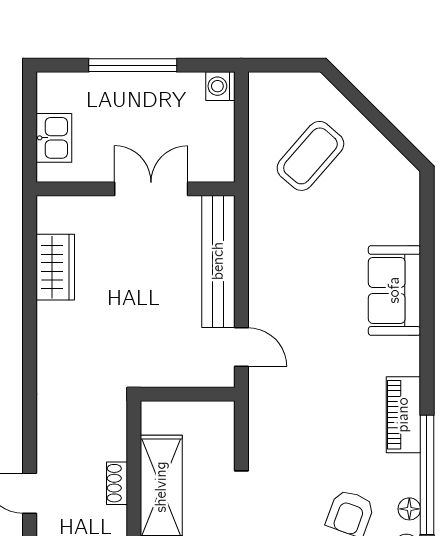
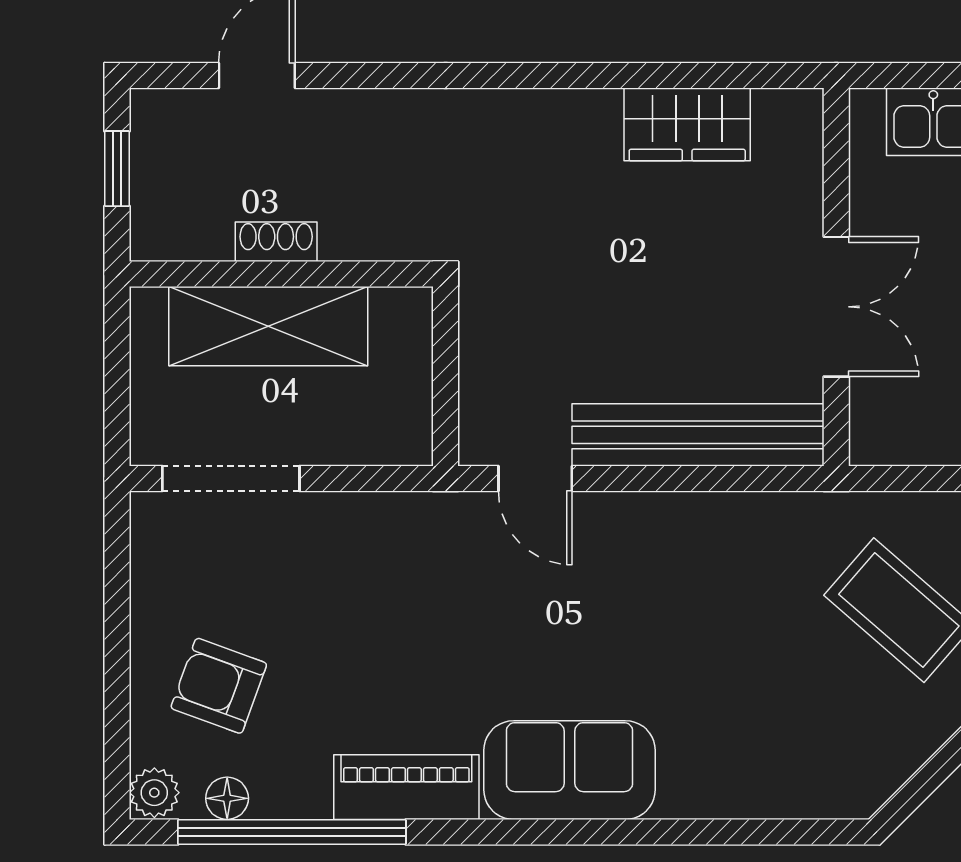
sofa: (394, 290) -> (570, 770), moved
door: (241, 347) -> (535, 479), hinge flipped

